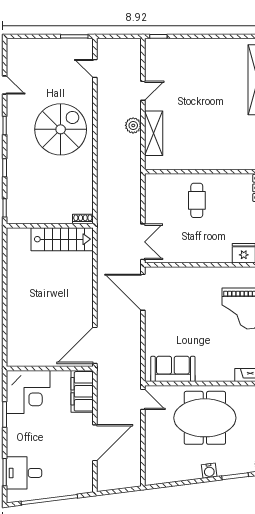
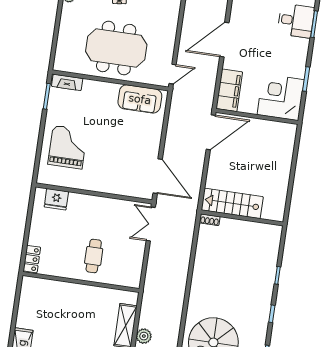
shoe rack: (83, 219) -> (210, 220), moved
wall: (50, 226) -> (242, 218), moved
stairs: (62, 239) -> (232, 203), moved
door: (143, 399) -> (173, 74), swing flipped

